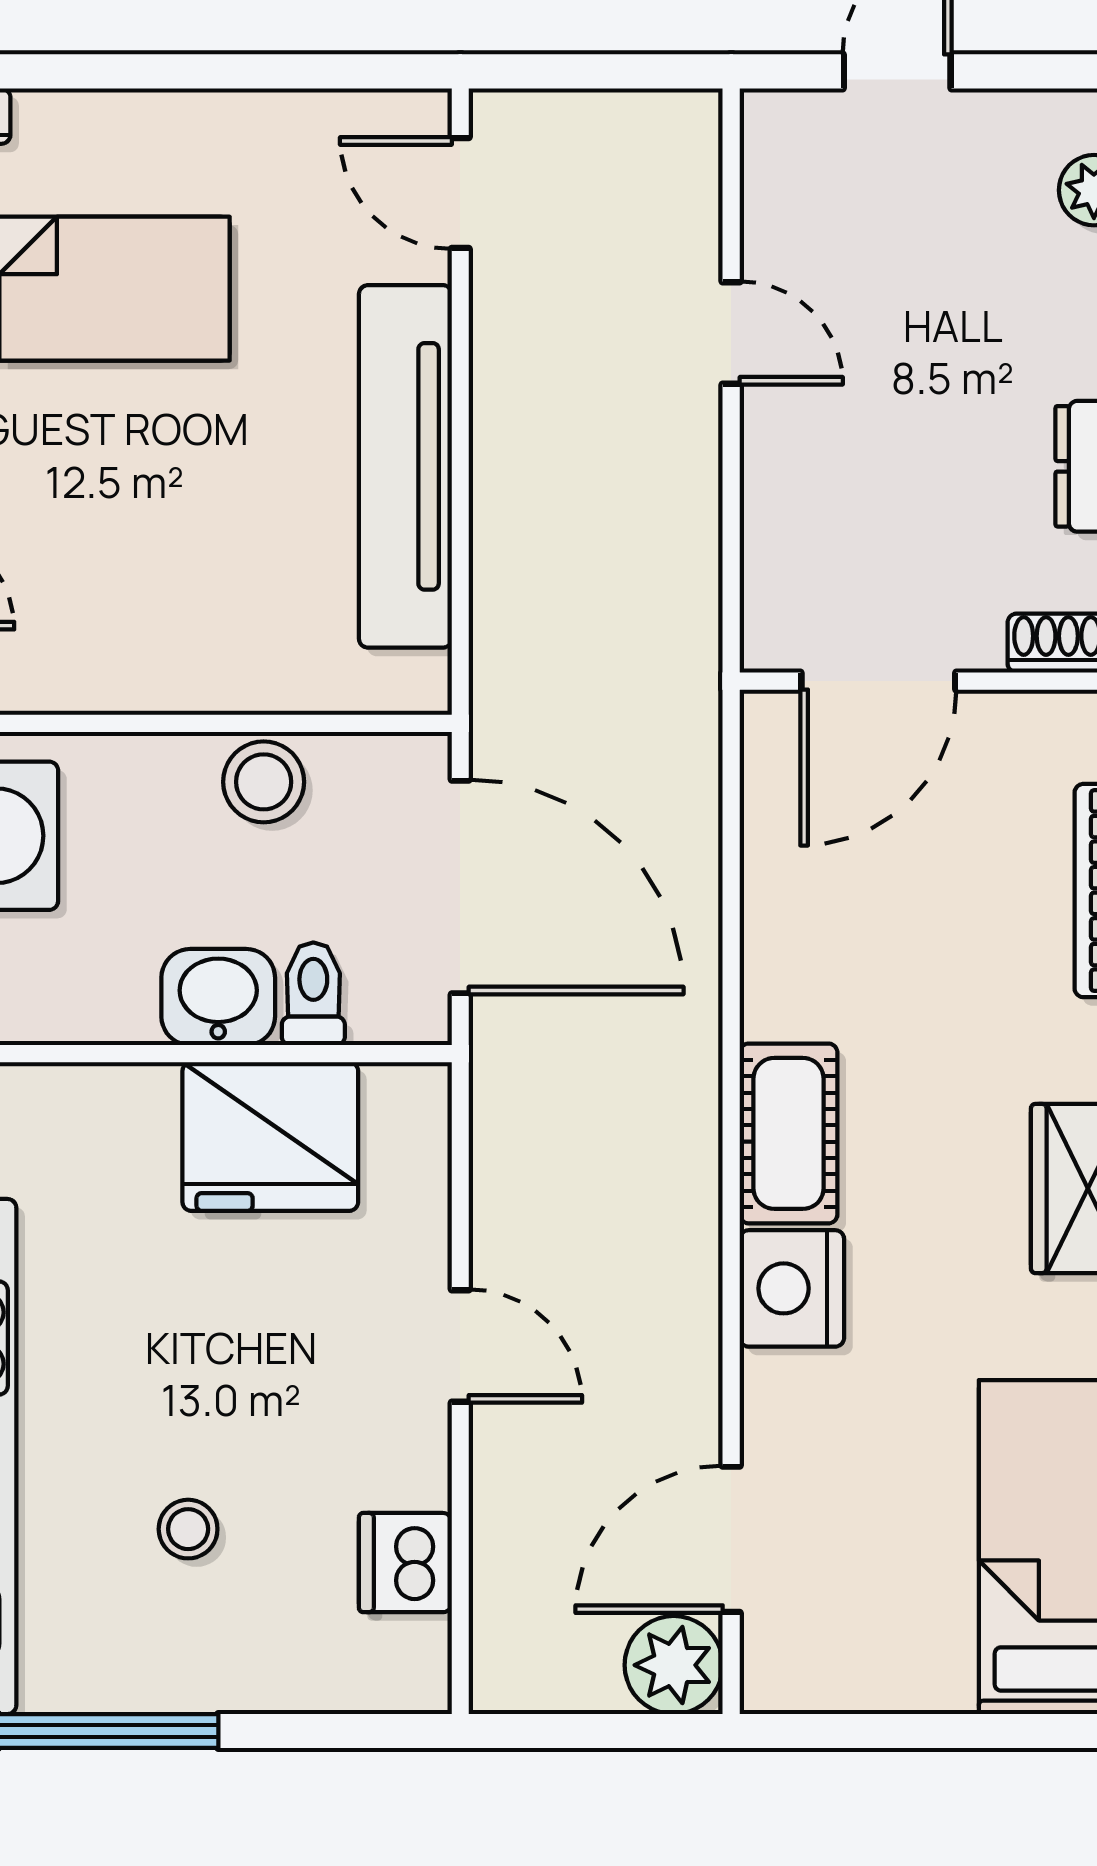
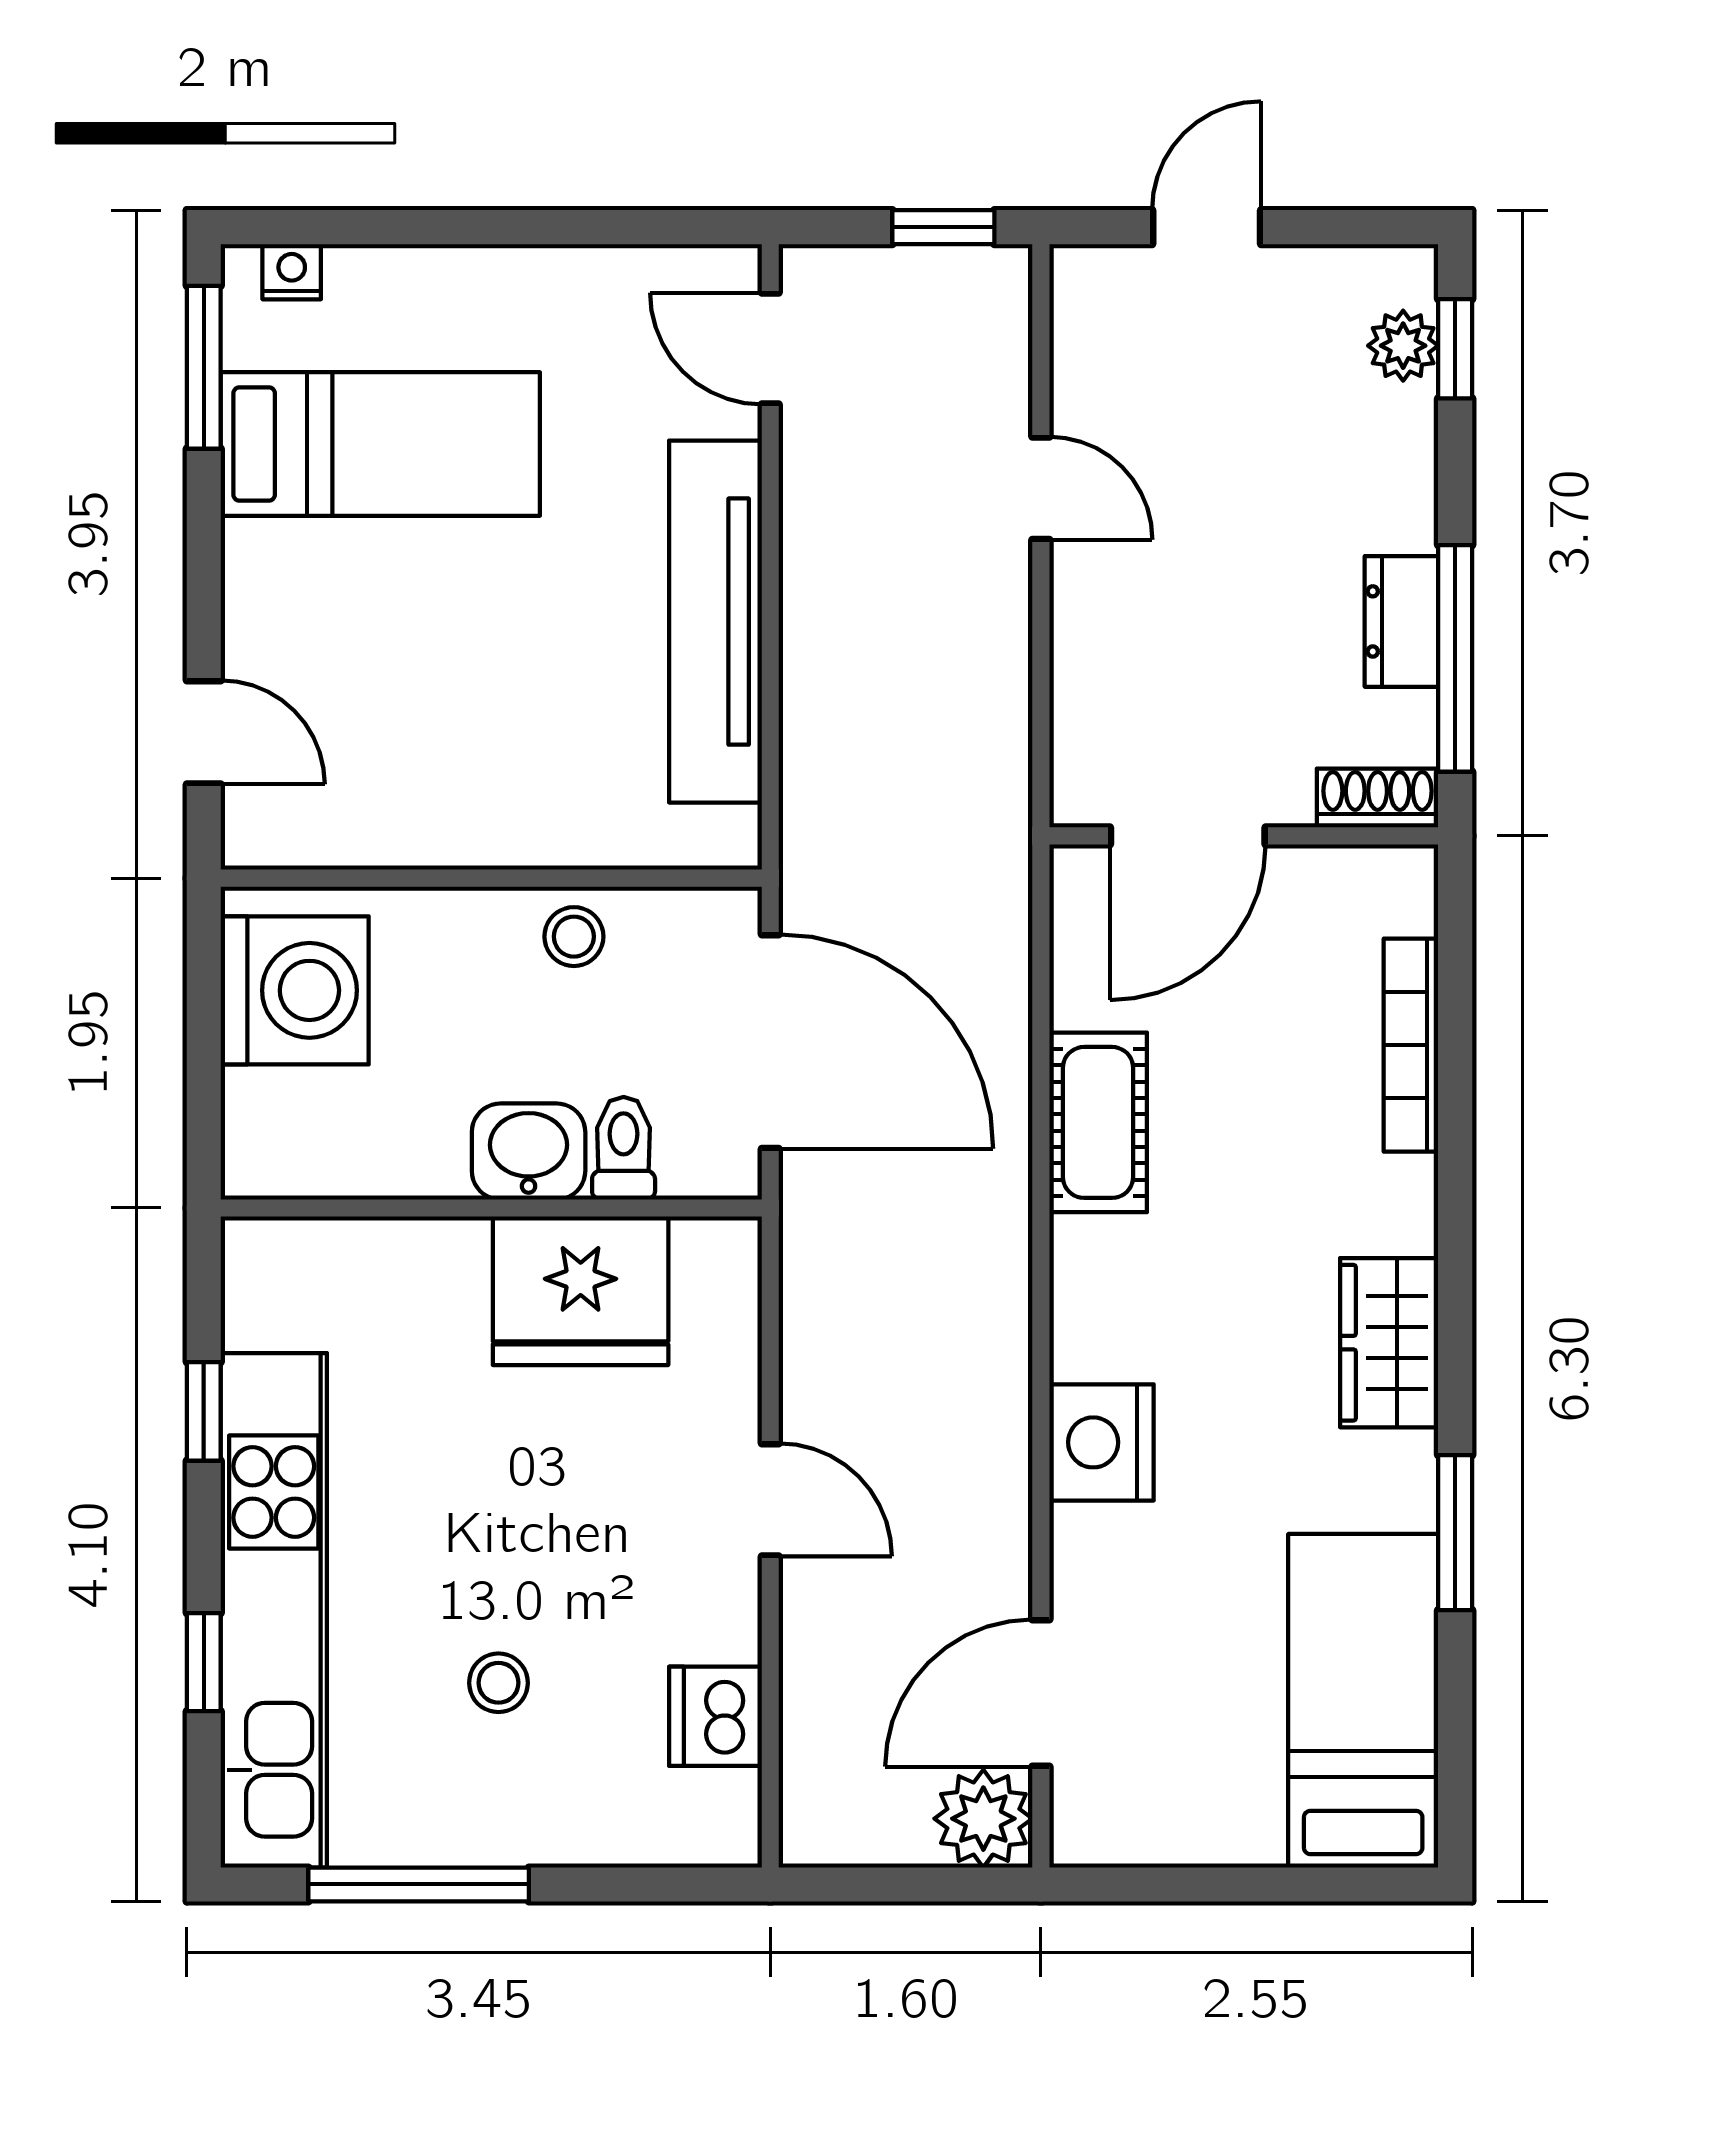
window: (634, 71) -> (943, 227), added
stool: (264, 782) -> (574, 937), width x0.73, depth x0.73
cot: (789, 1133) -> (1098, 1122), moved

